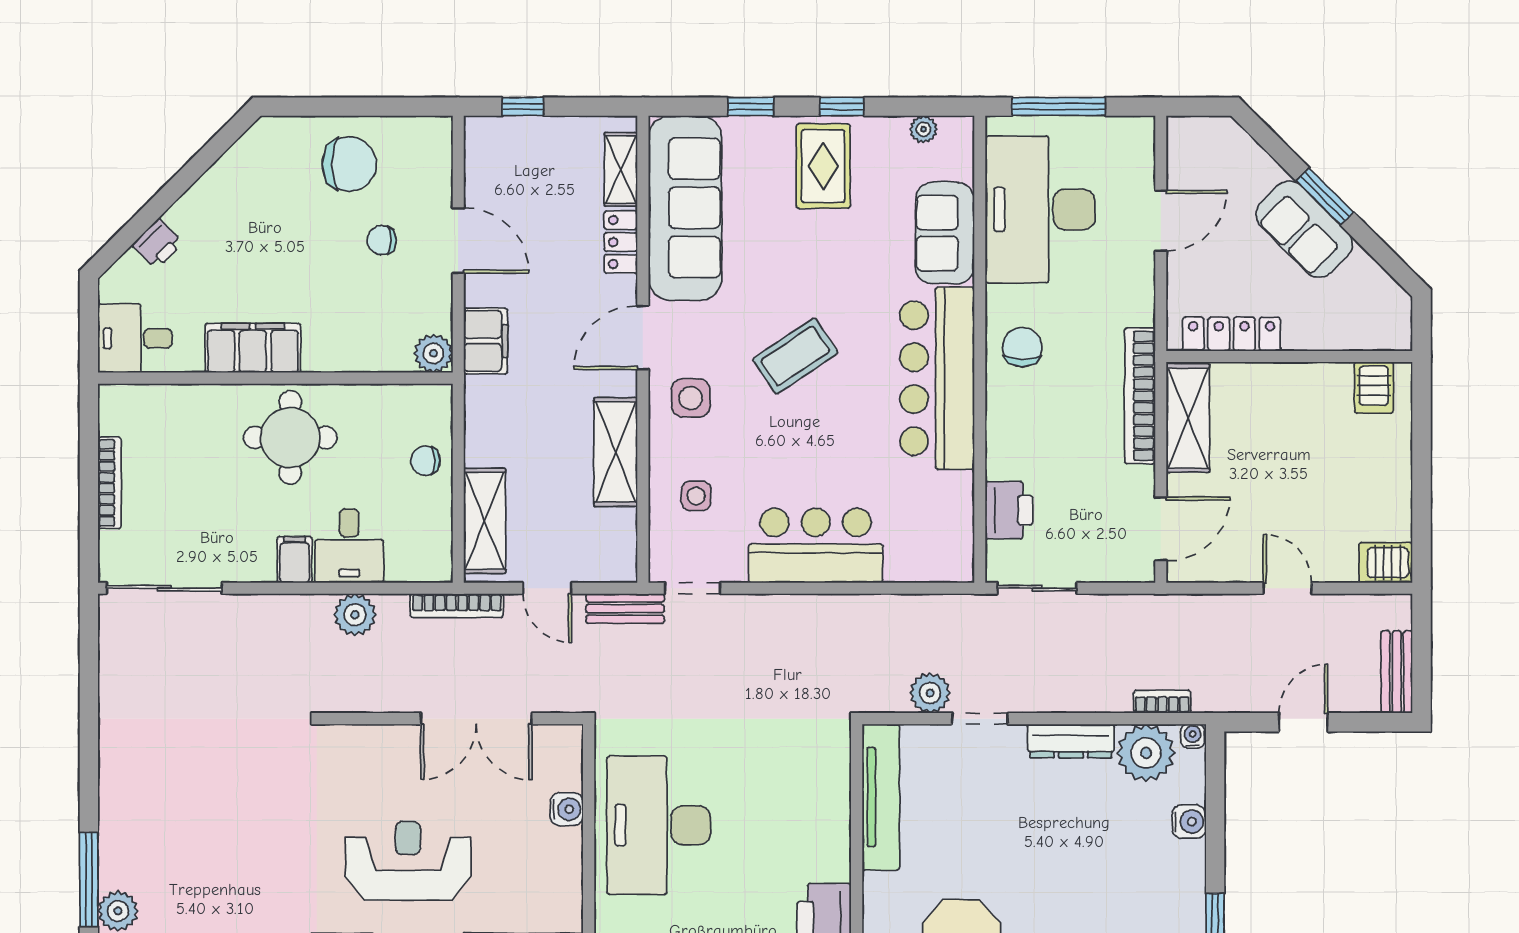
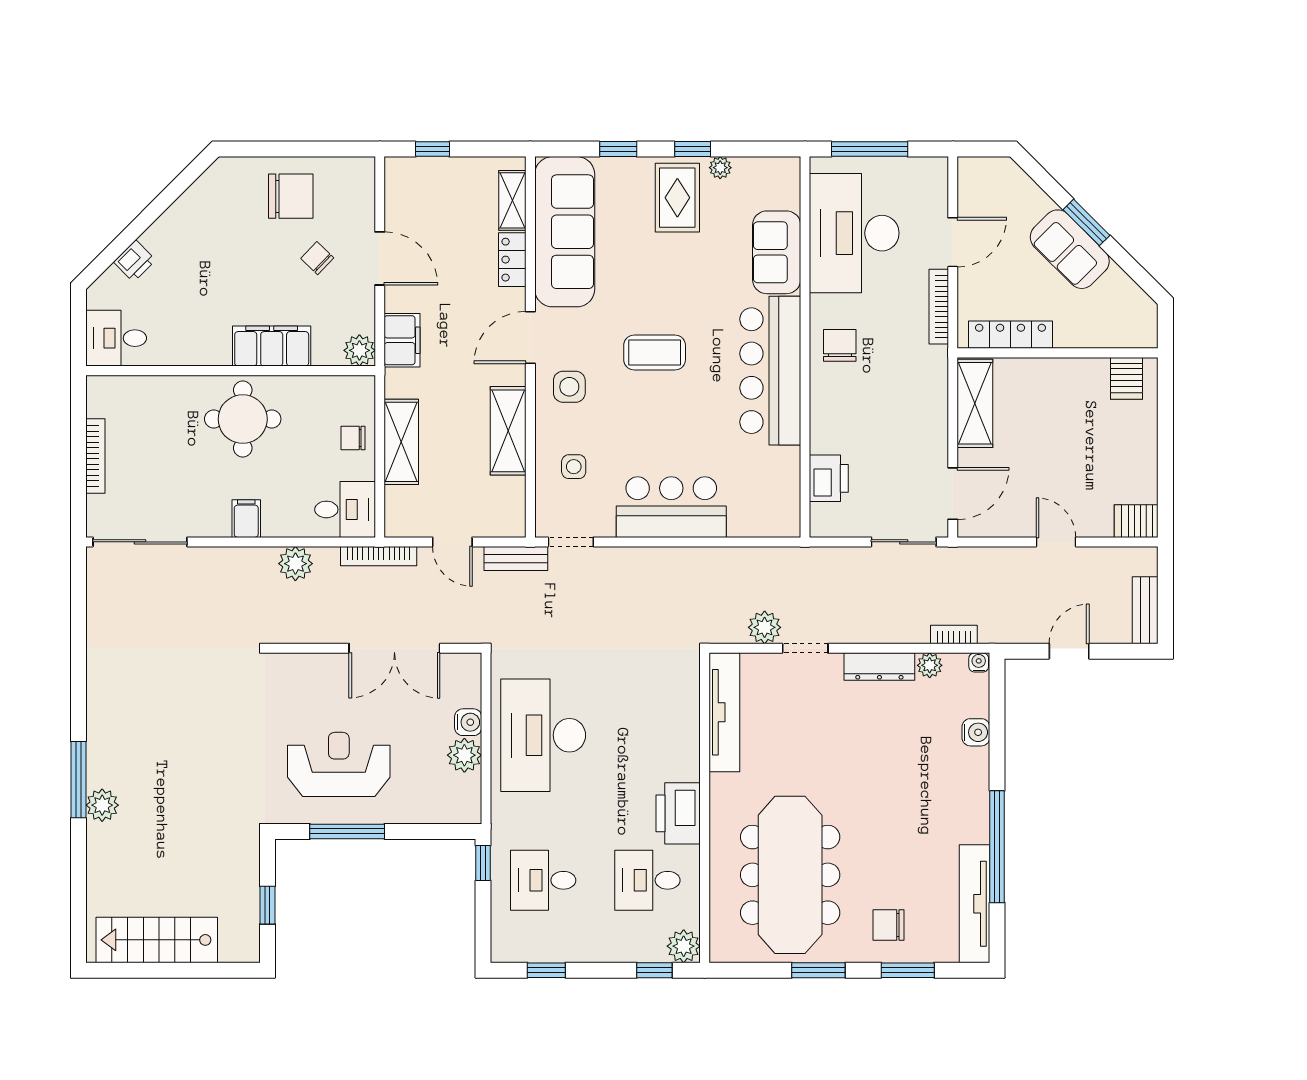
plant: (923, 129) -> (720, 168), moved
chair: (382, 240) -> (317, 258), turned 44
filing cabinet: (253, 348) -> (272, 346), moved
coffee table: (795, 356) -> (655, 352), turned 34
bookcase: (1140, 396) -> (939, 307), moved, width x0.68, depth x0.76
shelving: (485, 521) -> (401, 442), moved
desk: (349, 546) -> (345, 509), moved, turned -90
sliding door: (1037, 588) -> (904, 542), moved
plant: (1146, 753) -> (930, 665), width x0.53, depth x0.53
plant: (562, 850) -> (464, 755), added

